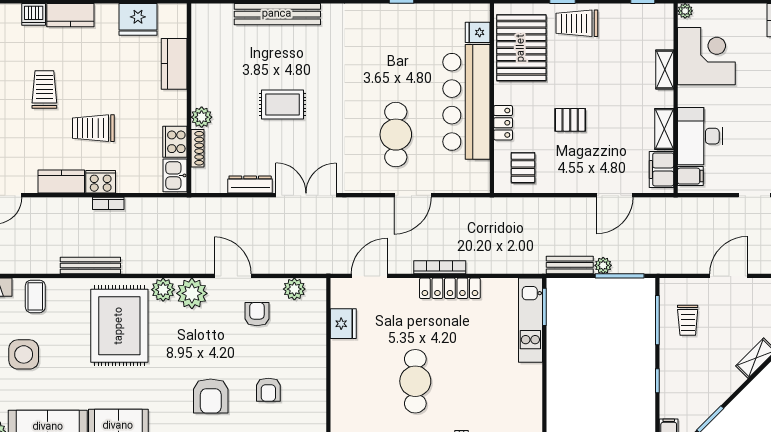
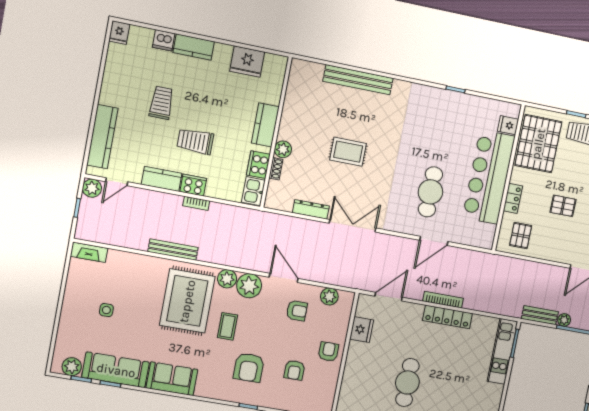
kitchen counter: (174, 64) -> (265, 125), moved
shoe rack: (197, 148) -> (276, 169), width x0.70
coffee table: (35, 296) -> (227, 326), moved
armchair: (257, 314) -> (297, 311), turned 90
side table: (24, 354) -> (106, 310), width x0.54, depth x0.54
armchair: (307, 359) -> (328, 352), added

